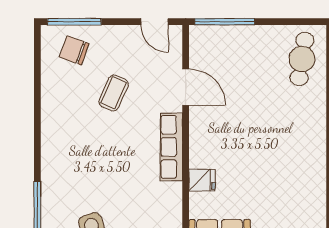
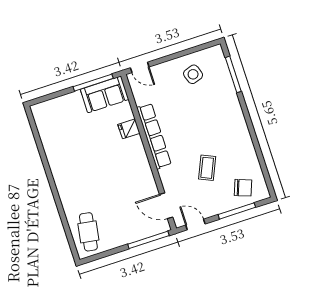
window: (74, 22) -> (237, 211), moved
door: (186, 87) -> (166, 206), moved
row of seats: (171, 147) -> (154, 136), width x1.36

